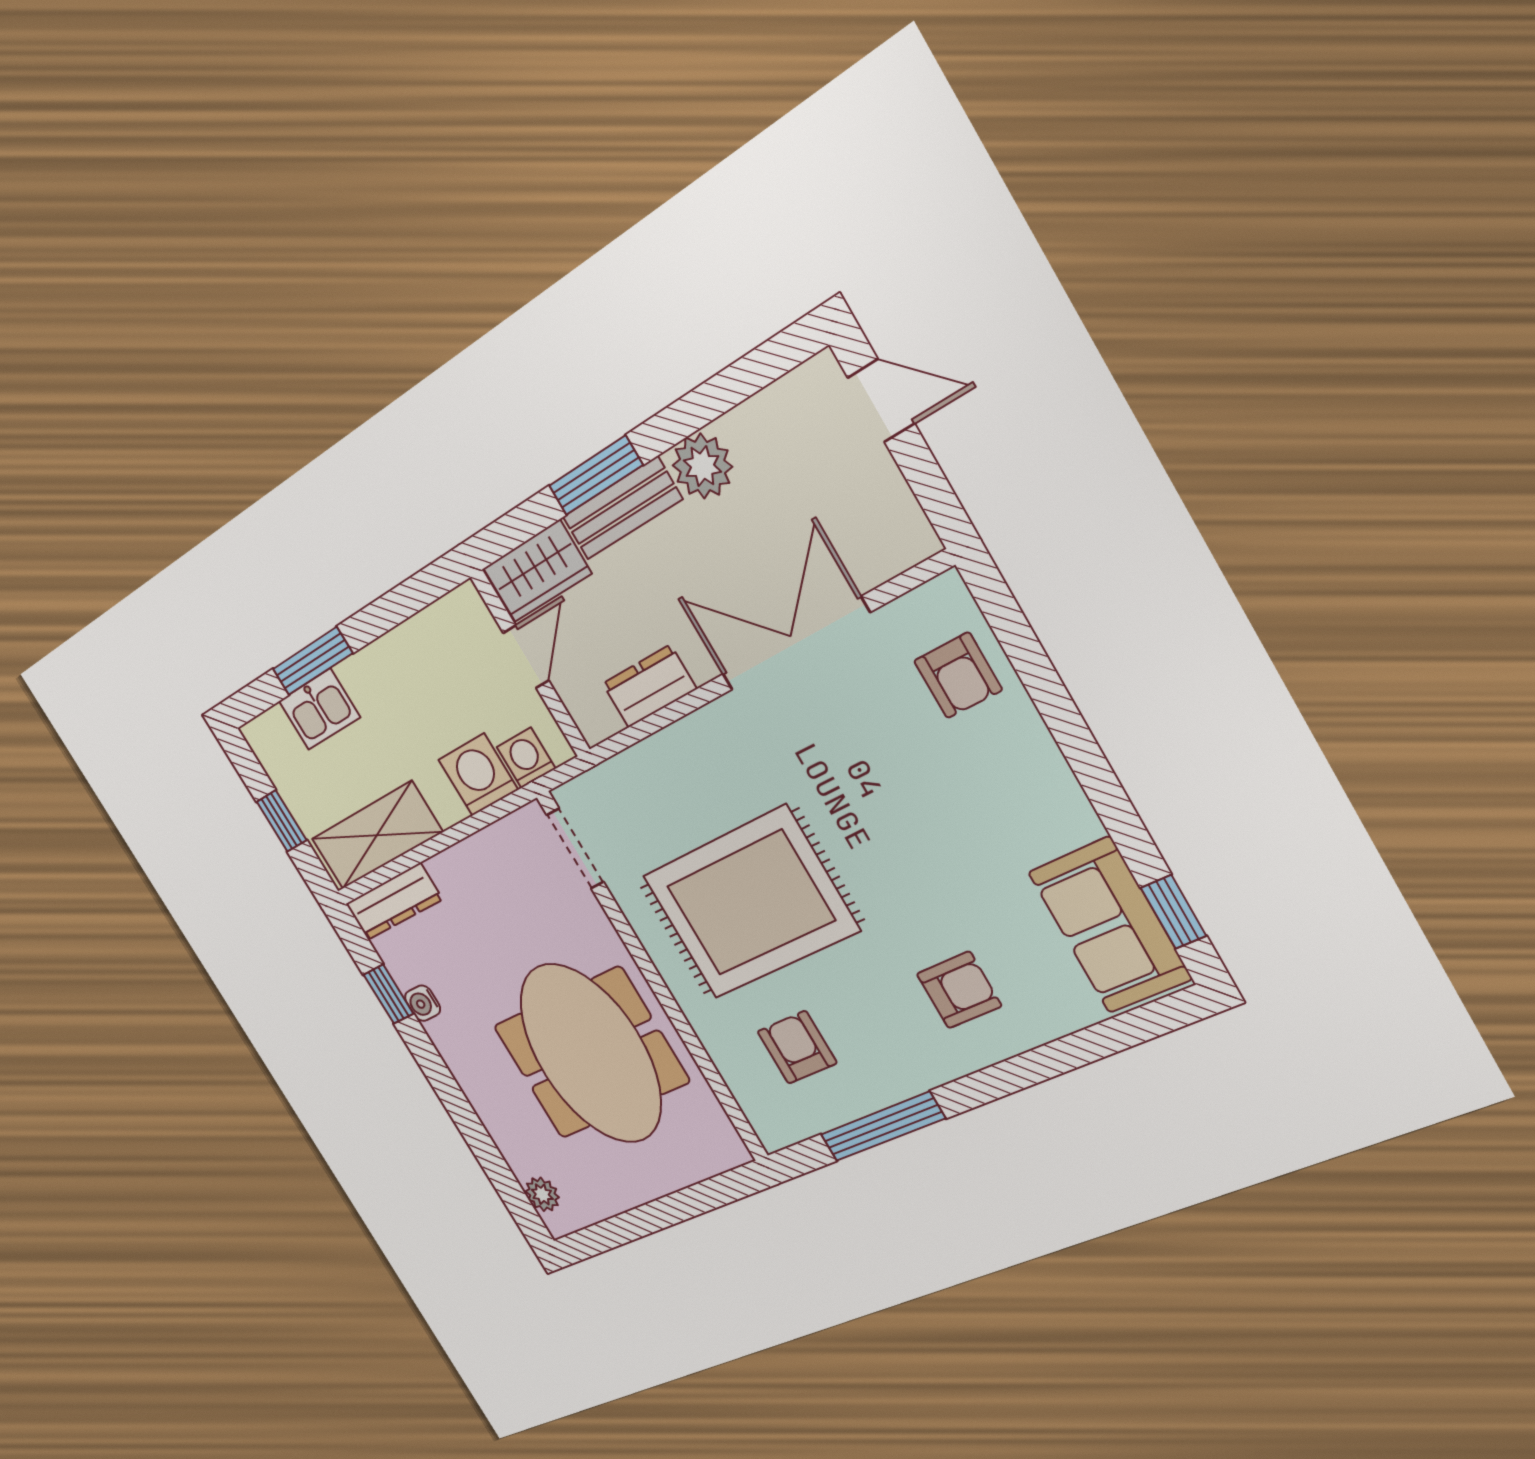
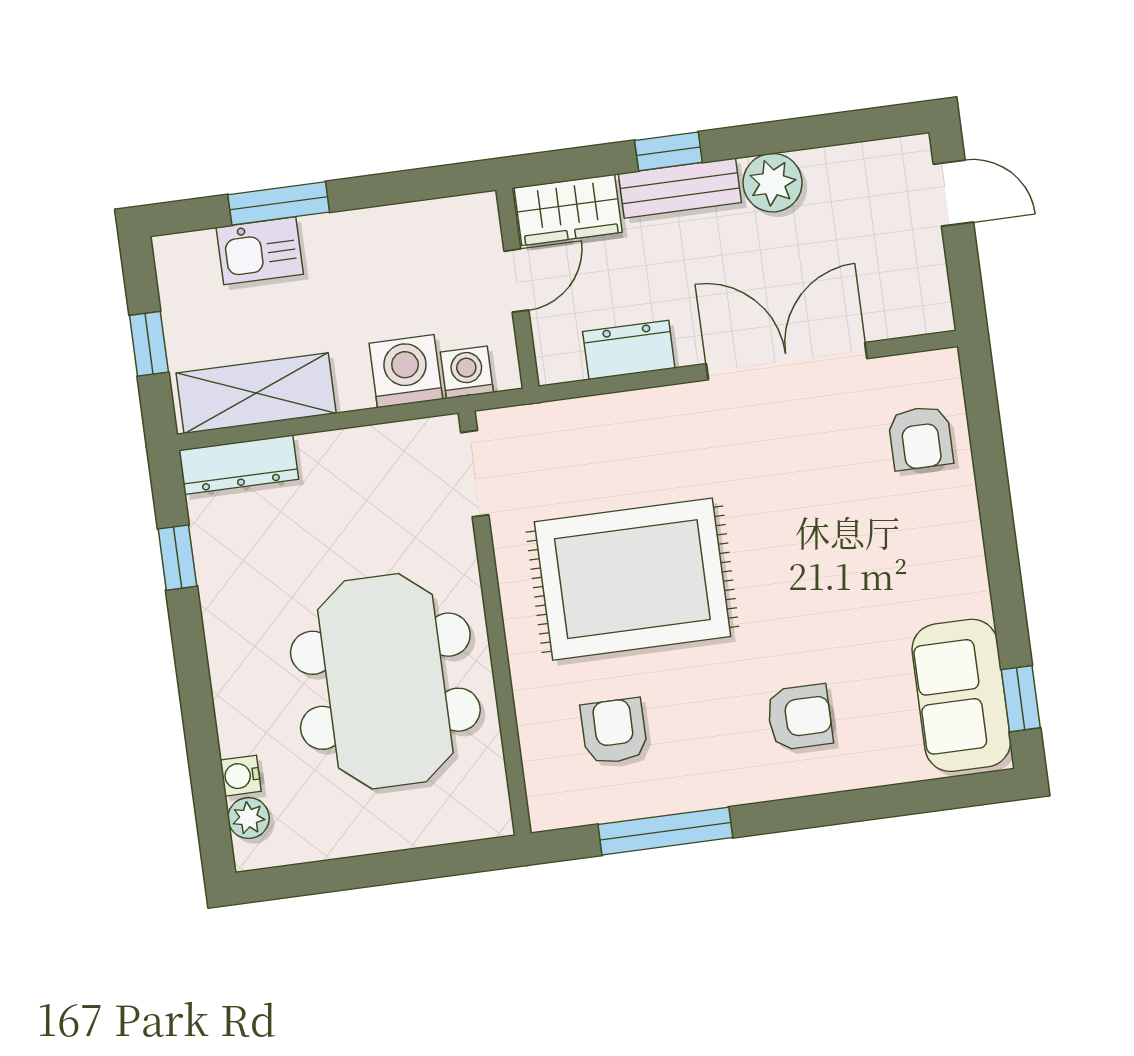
window: (596, 475) -> (668, 151), width x0.67
water cooler: (423, 1003) -> (241, 776), moved

